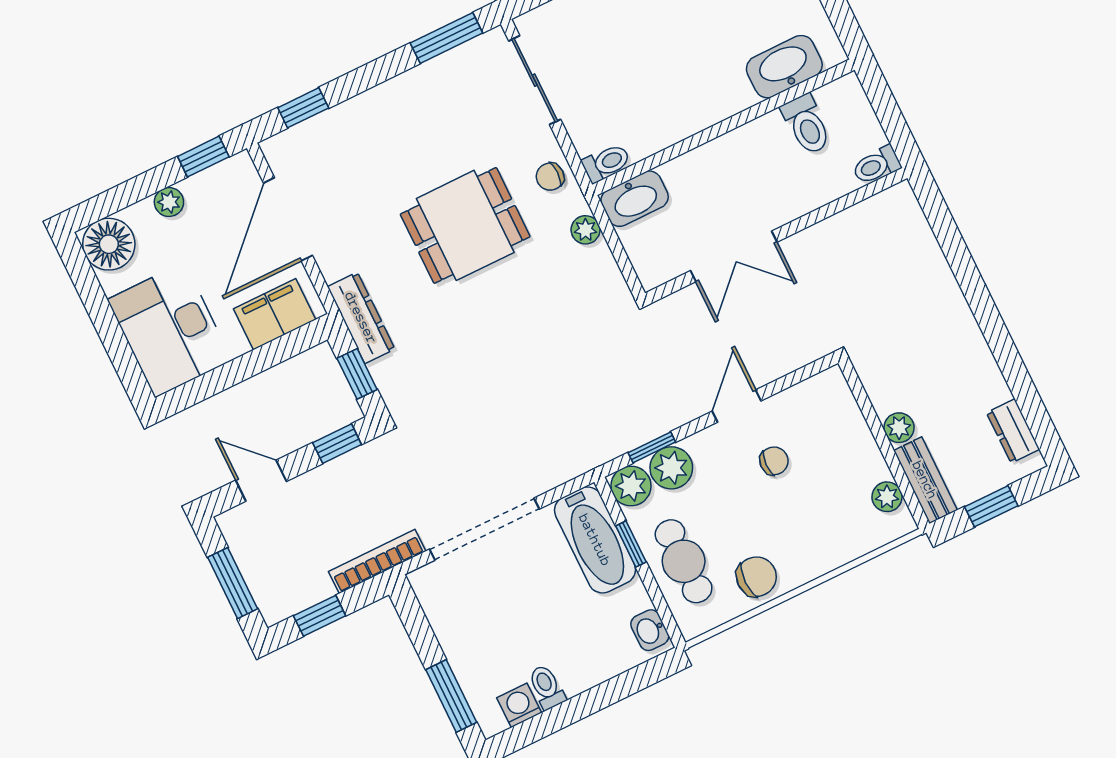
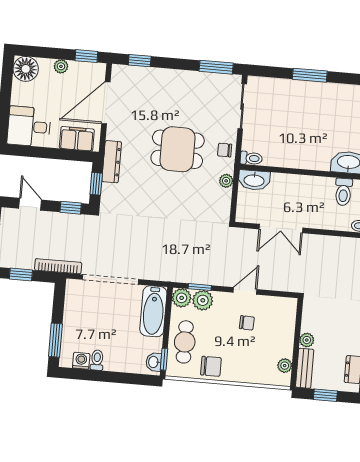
desk: (170, 330) -> (29, 127), width x0.73
window: (631, 544) -> (164, 359), moved

